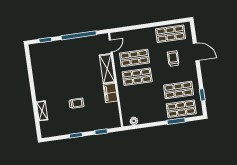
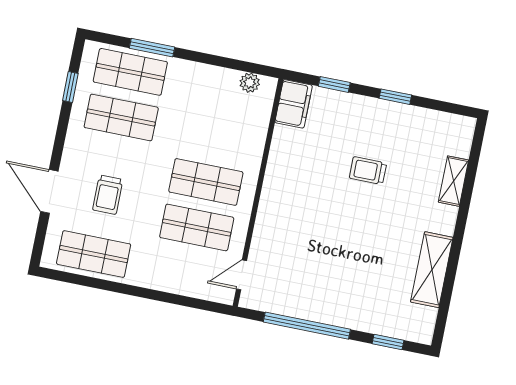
shelving: (107, 69) -> (432, 270), moved
filing cabinet: (110, 93) -> (294, 104), moved

